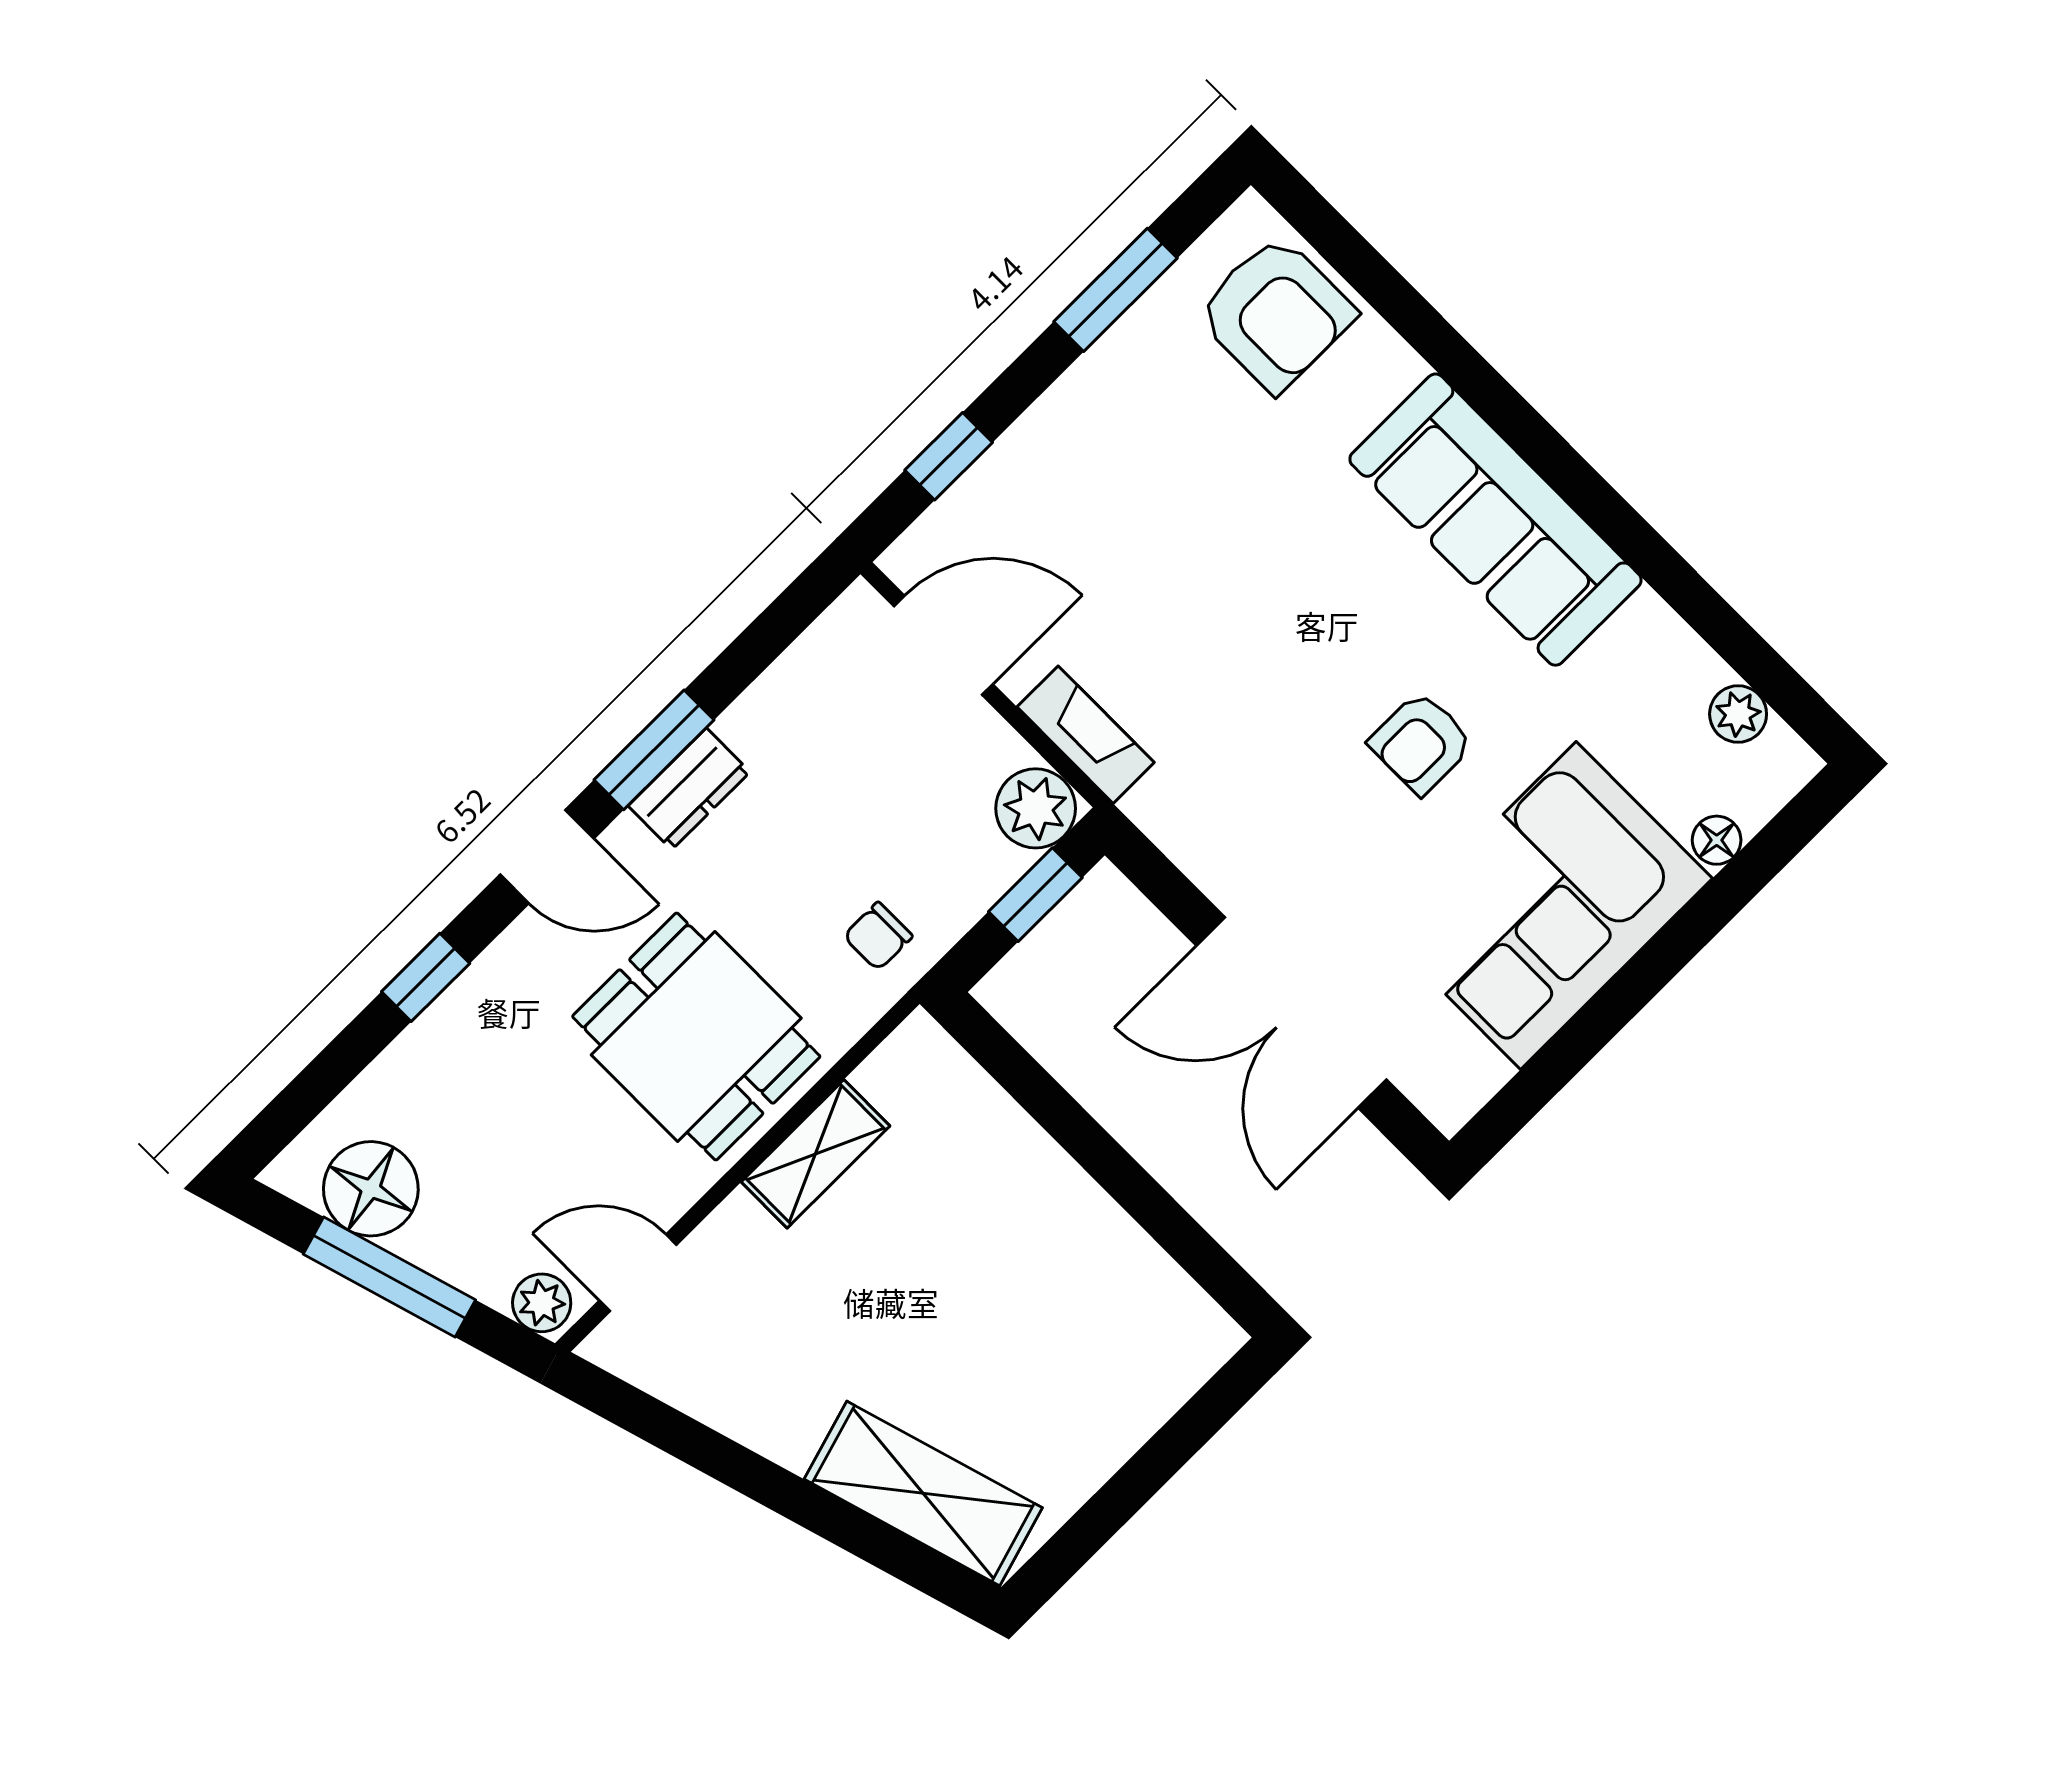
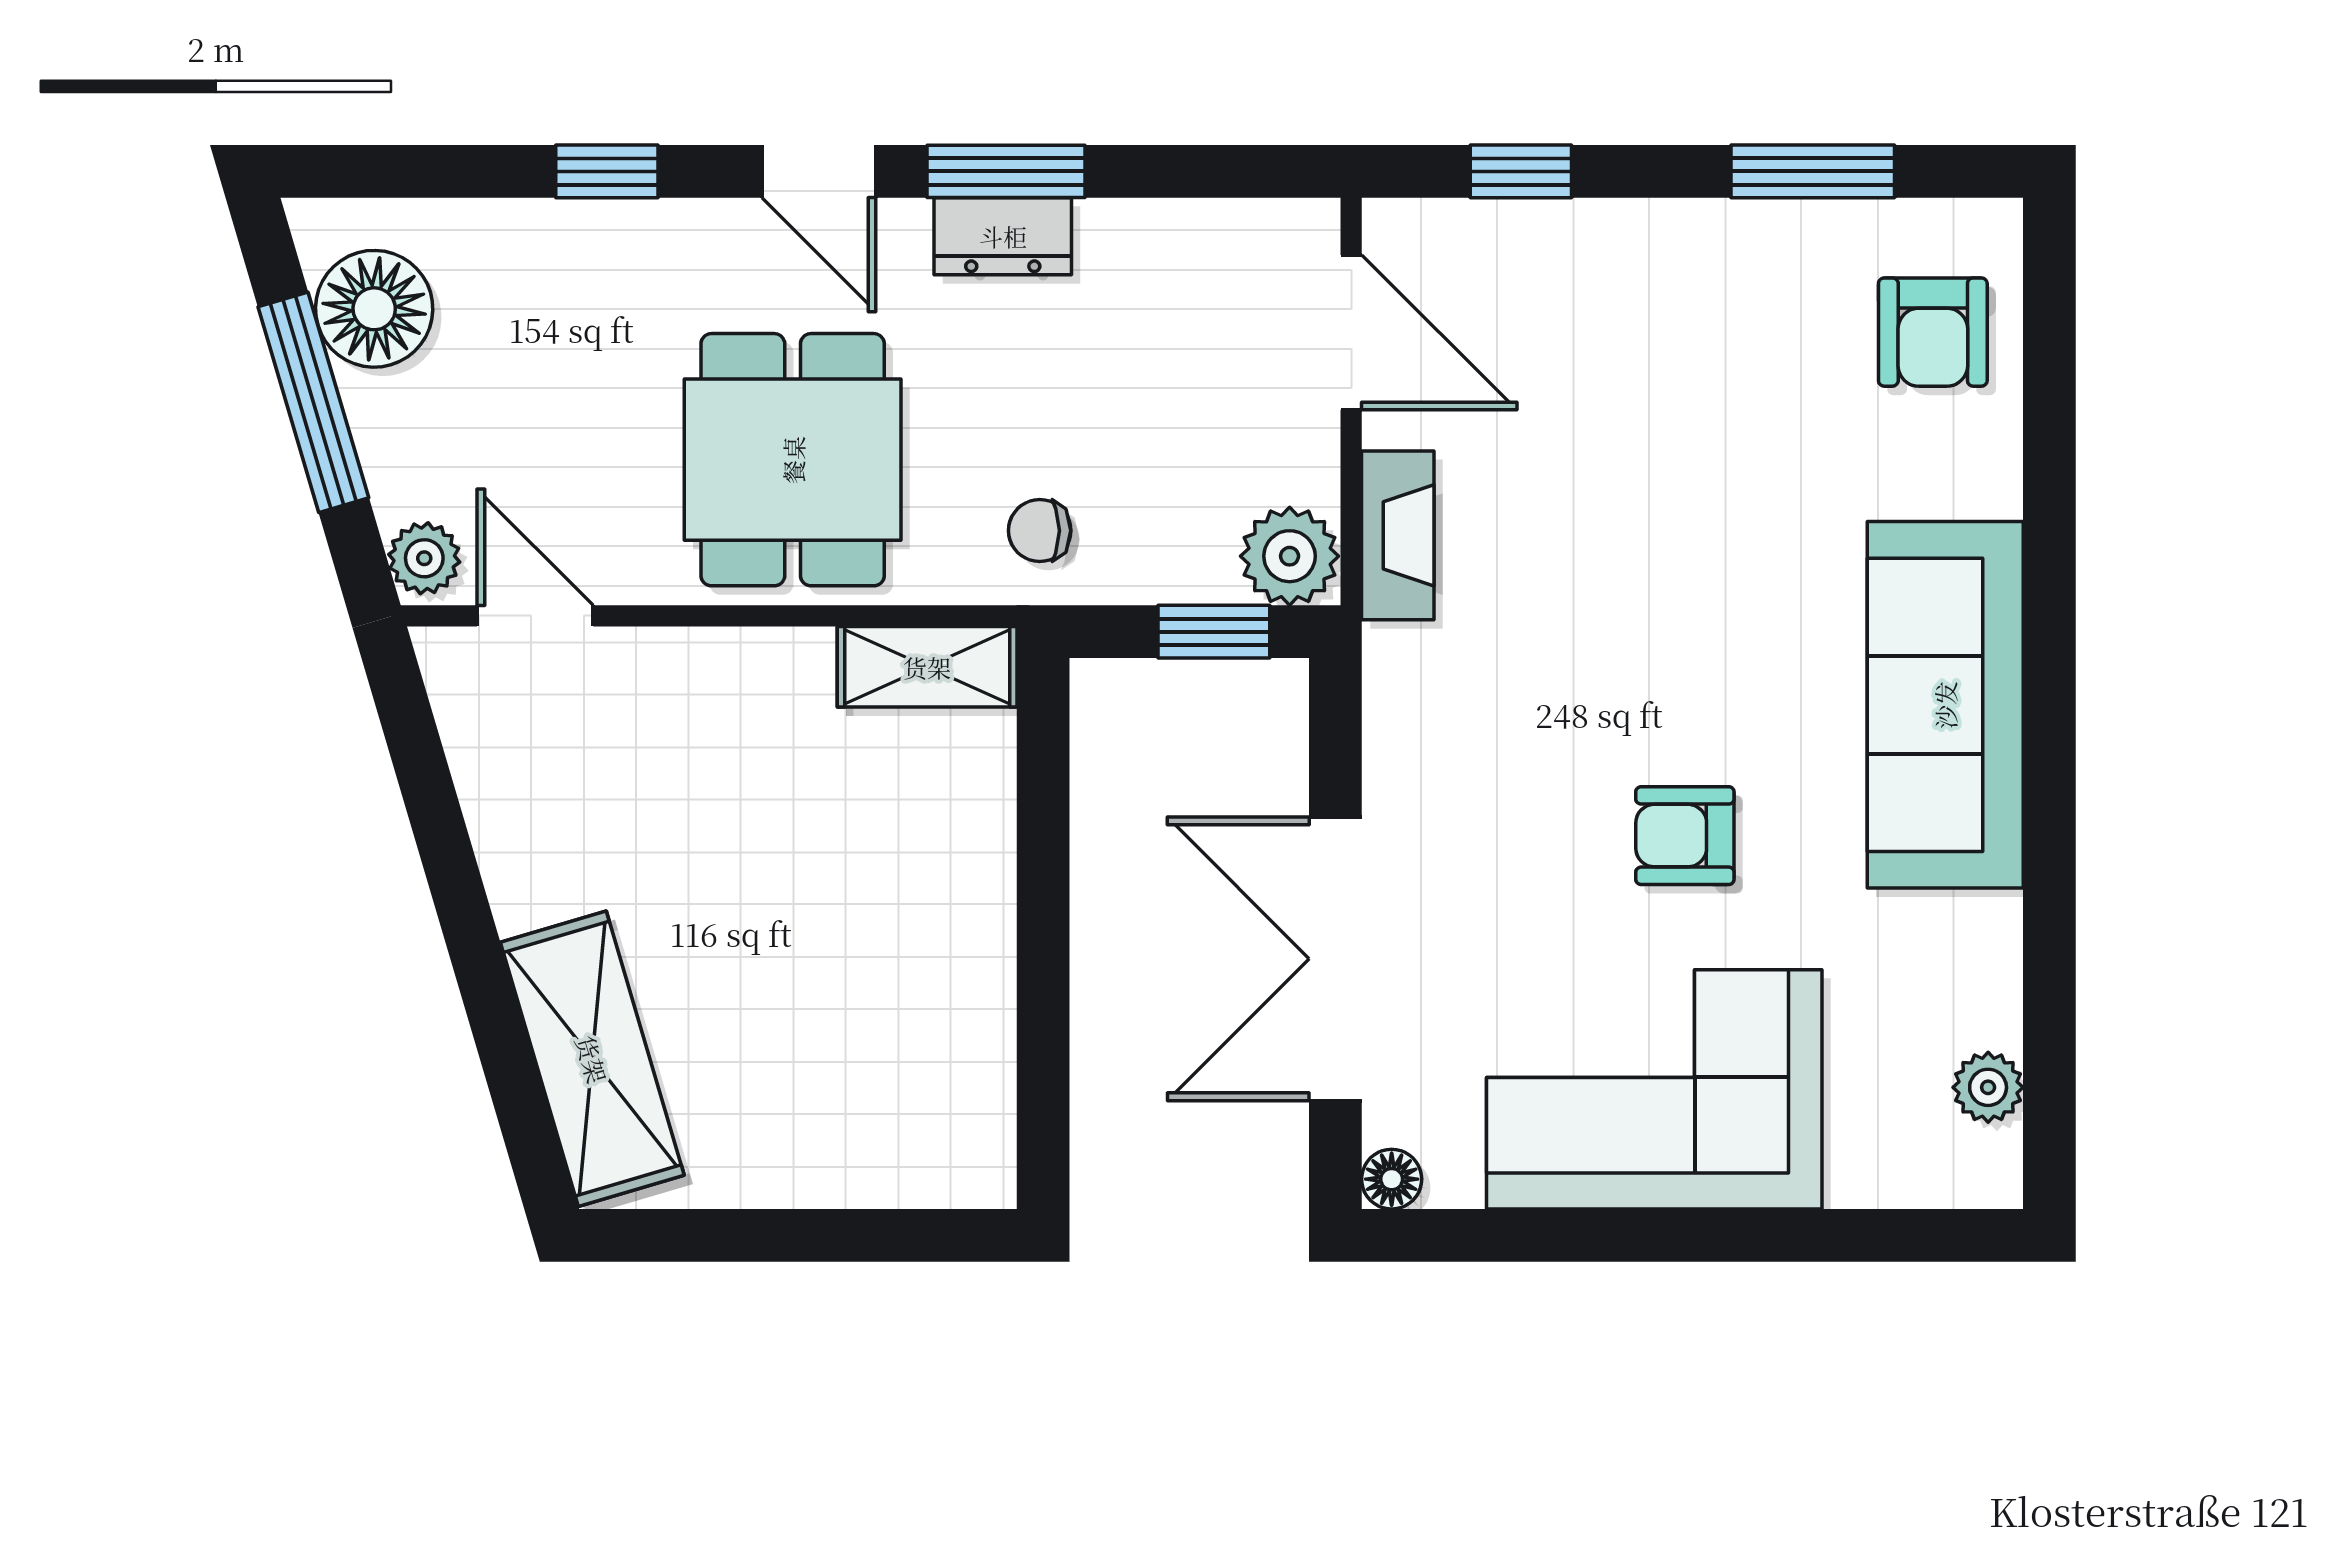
armchair: (1276, 313) -> (1933, 332), width x0.72, depth x0.72
floor lamp: (1717, 840) -> (1392, 1179), moved
shelving: (815, 1154) -> (927, 667), moved

